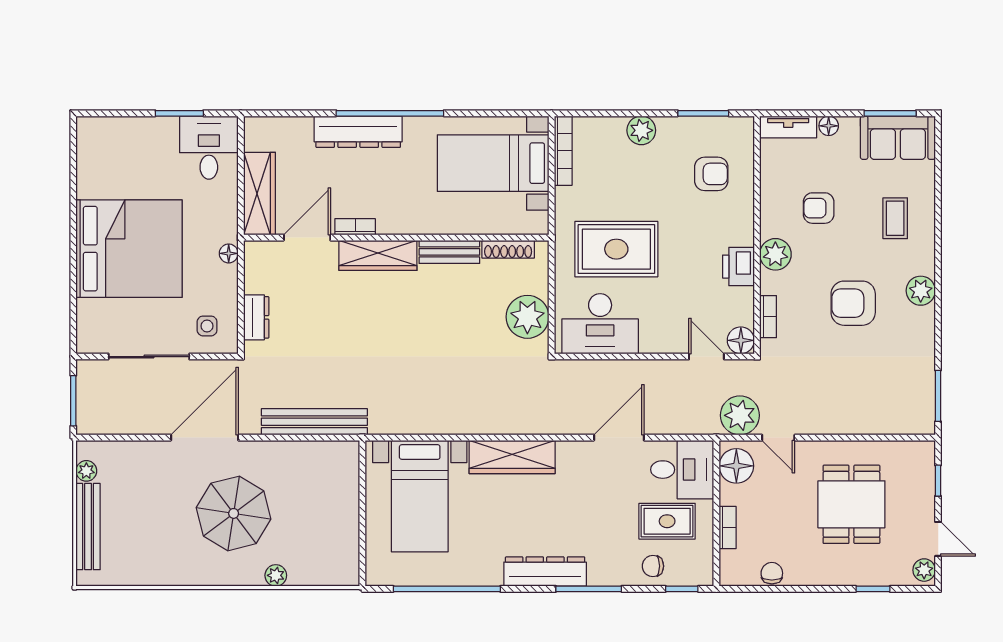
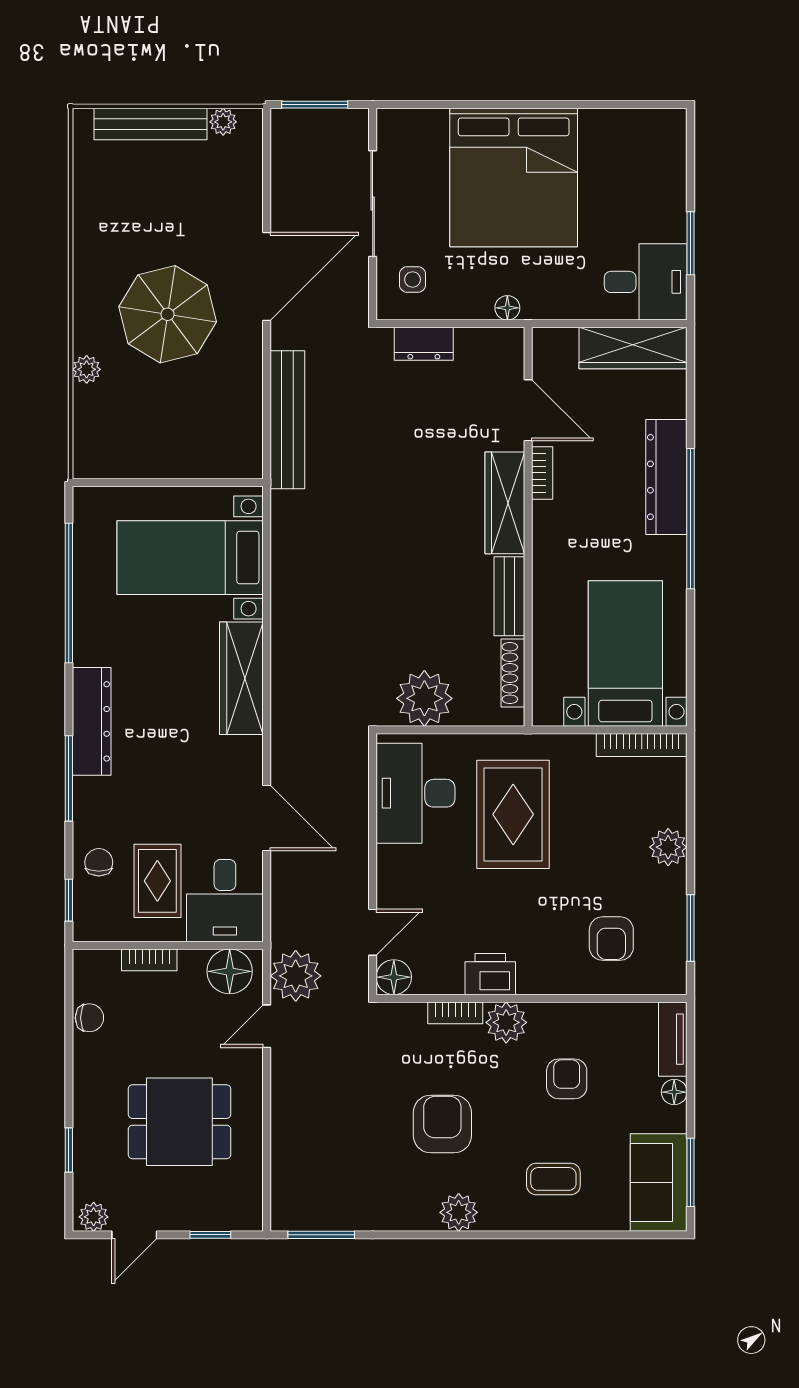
wardrobe: (259, 194) -> (633, 348), moved
bookcase: (768, 317) -> (455, 1013), moved
door: (205, 438) -> (267, 276), hinge flipped

